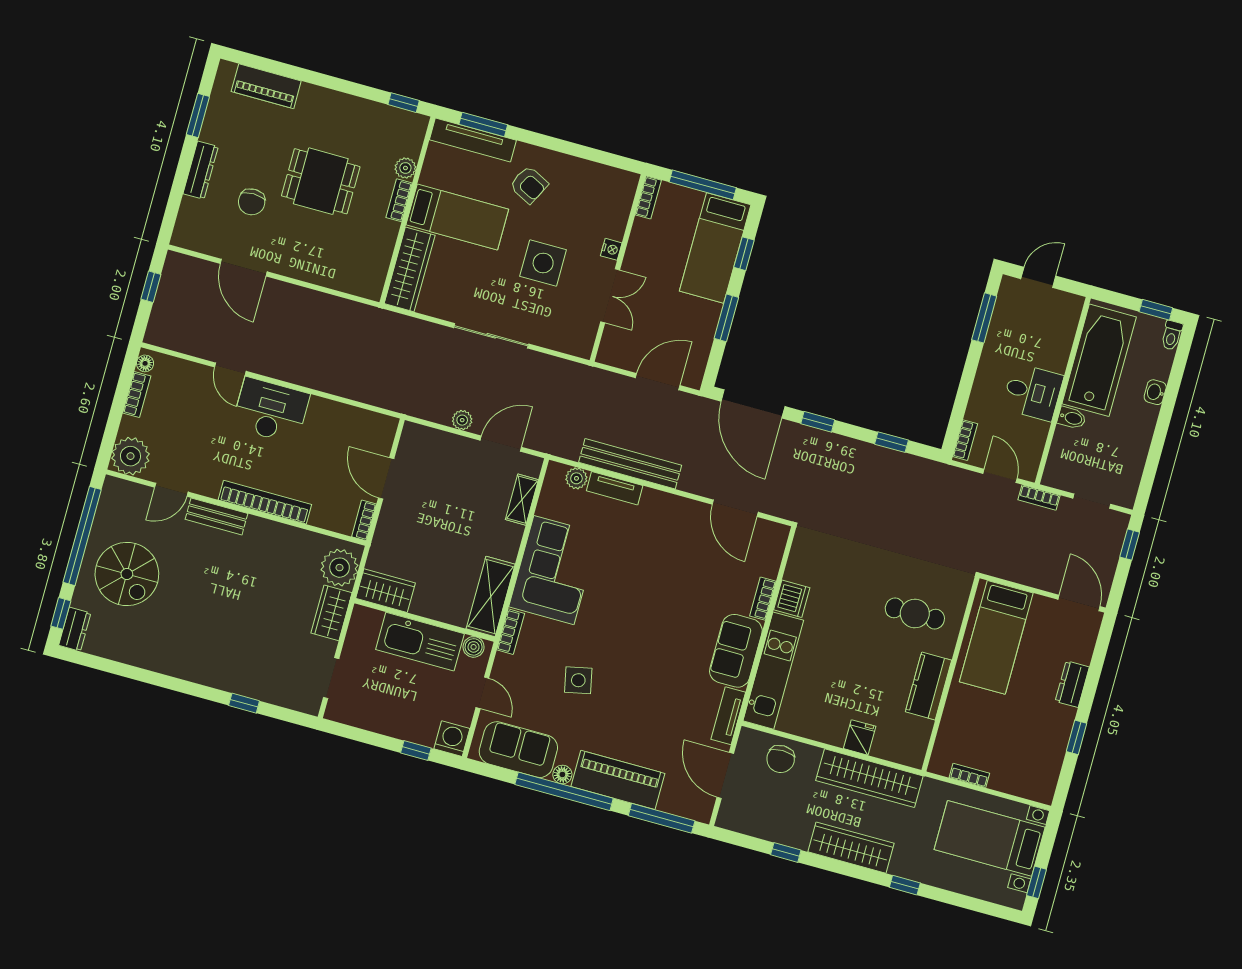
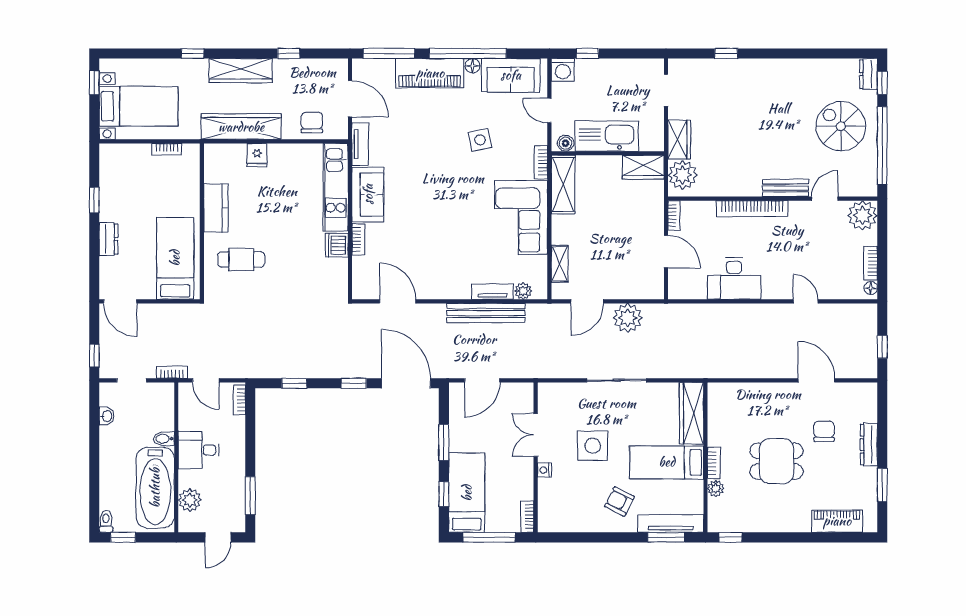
plant: (1061, 333) -> (190, 500), added
washbasin: (1155, 392) -> (107, 416), moved
desk: (271, 411) -> (734, 279), moved
plant: (462, 420) -> (628, 318), width x1.88, depth x1.88

